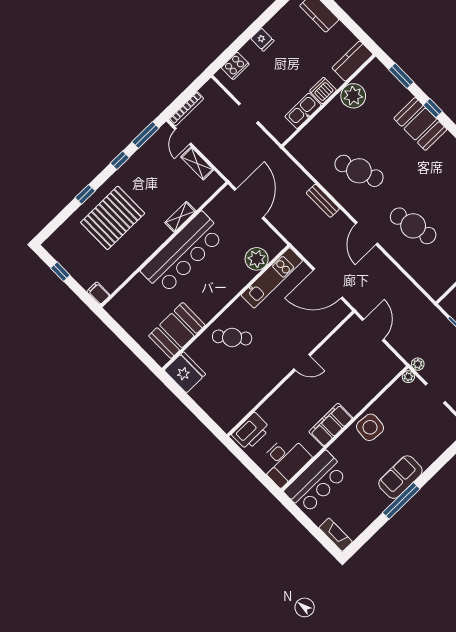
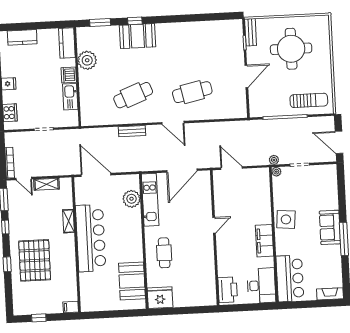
cafe table: (232, 337) -> (164, 253), turned -49

